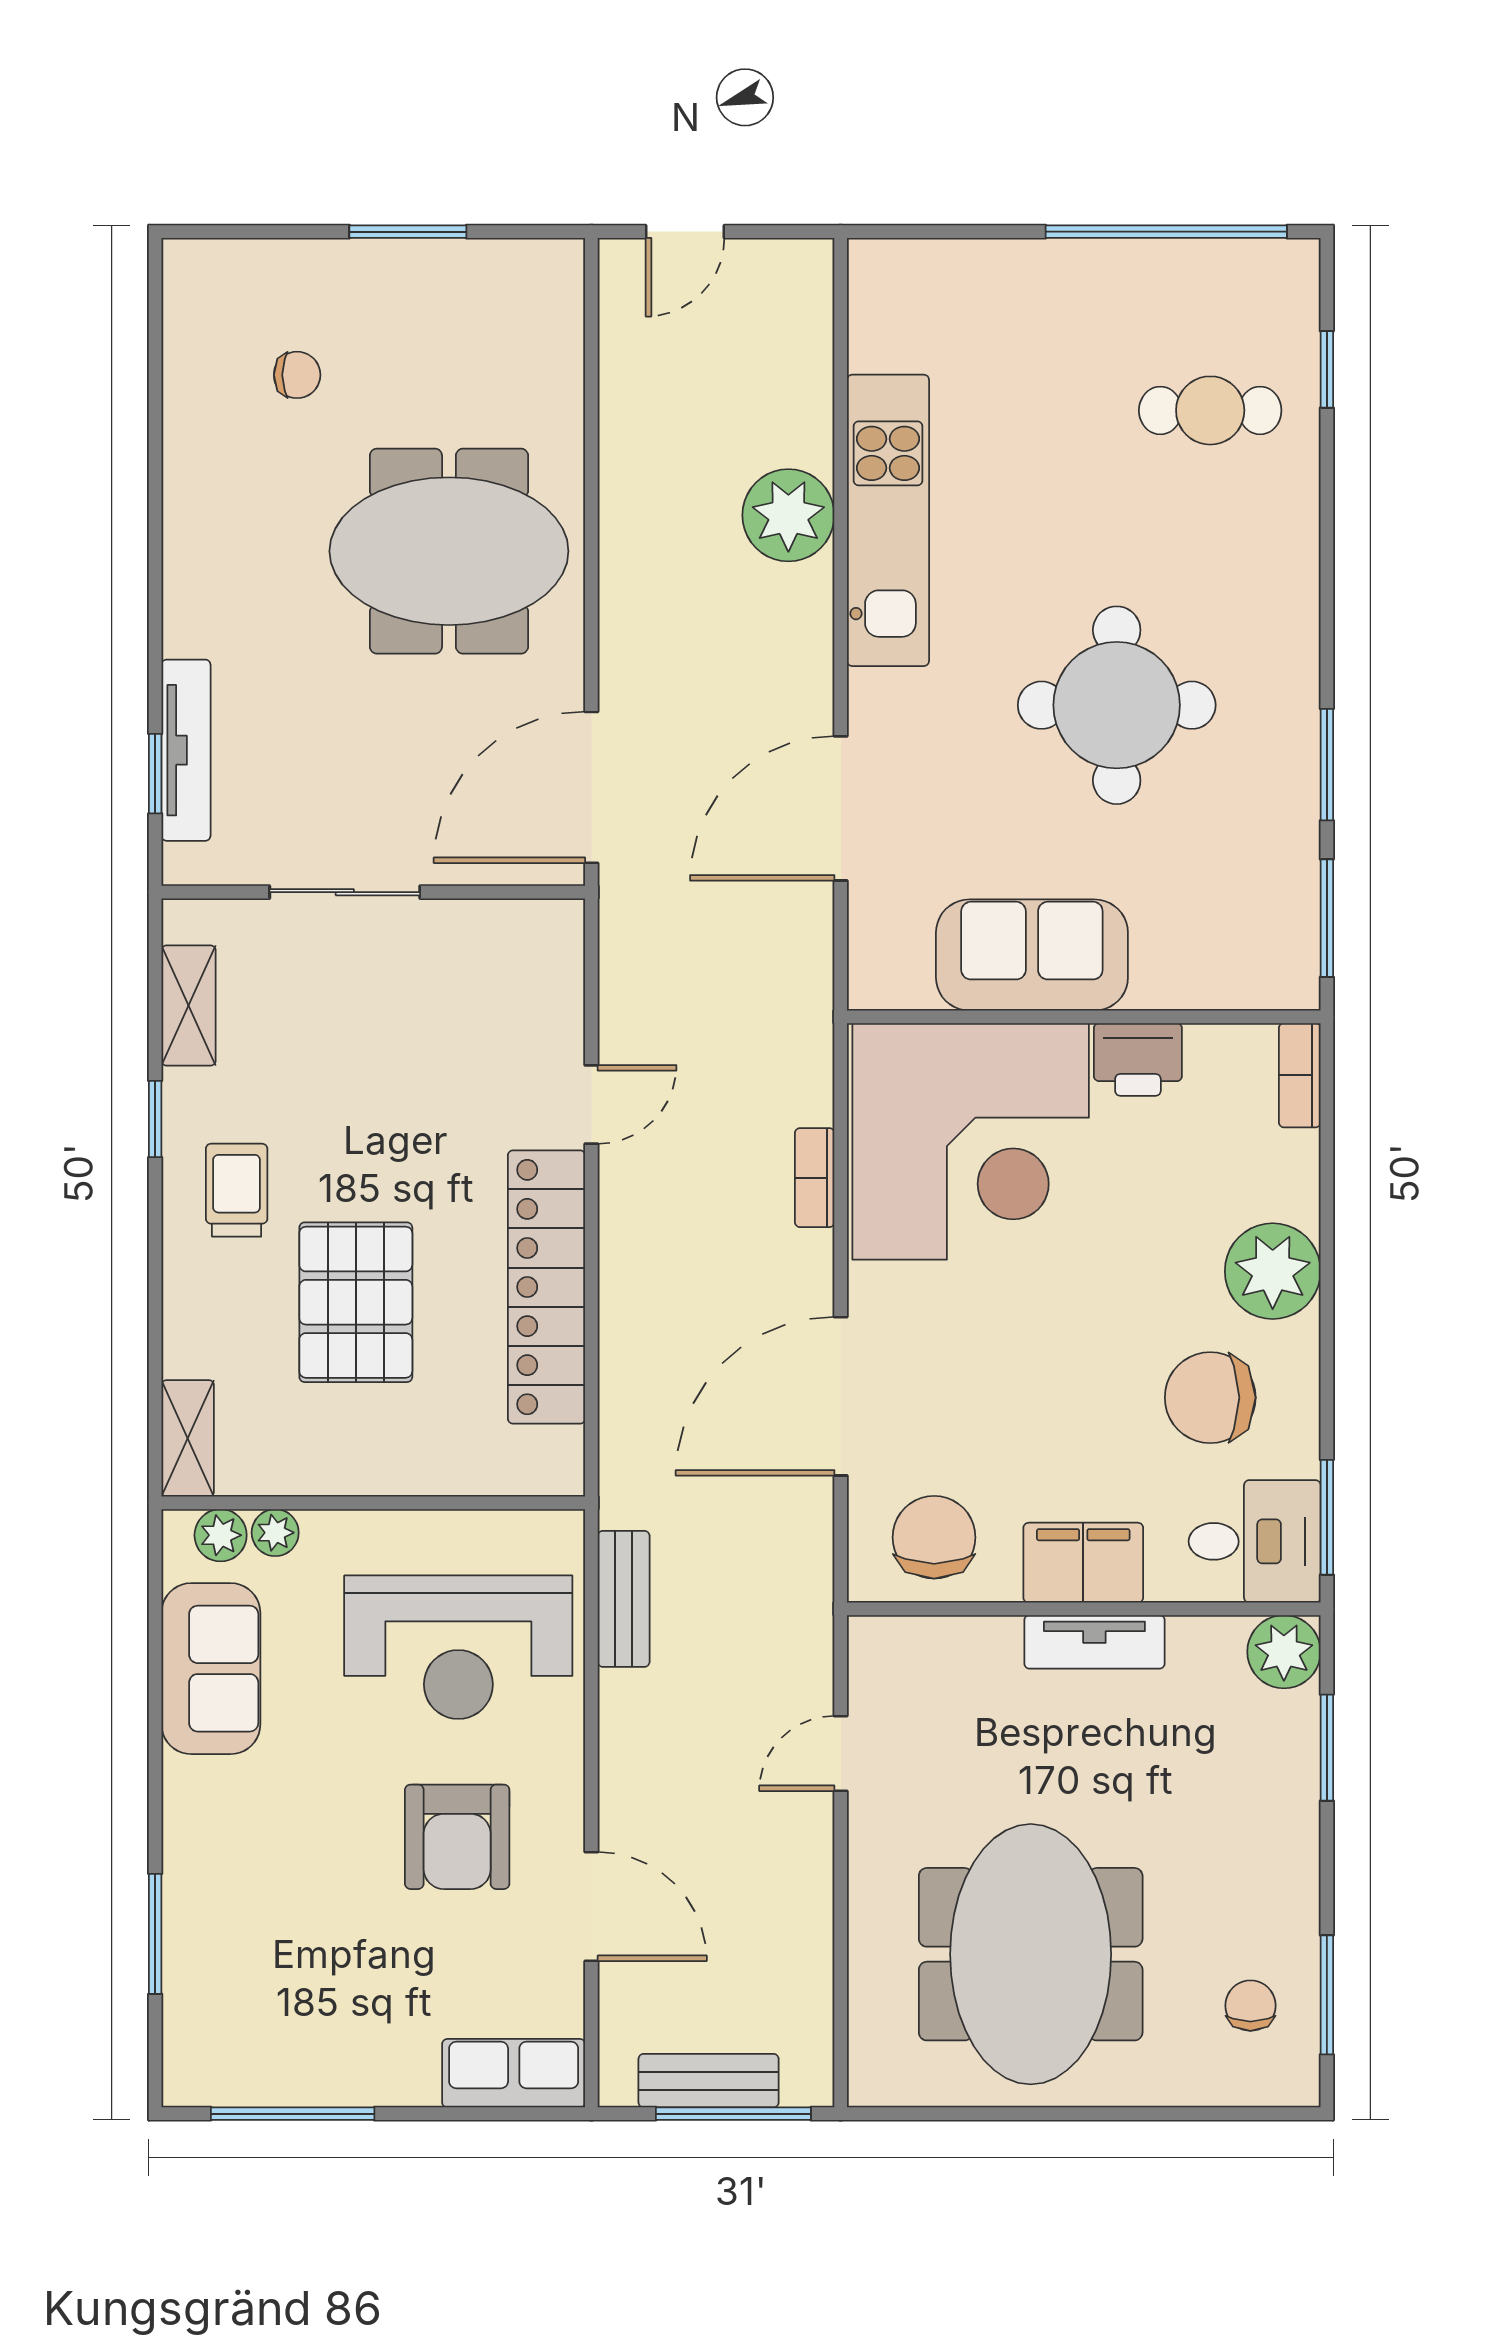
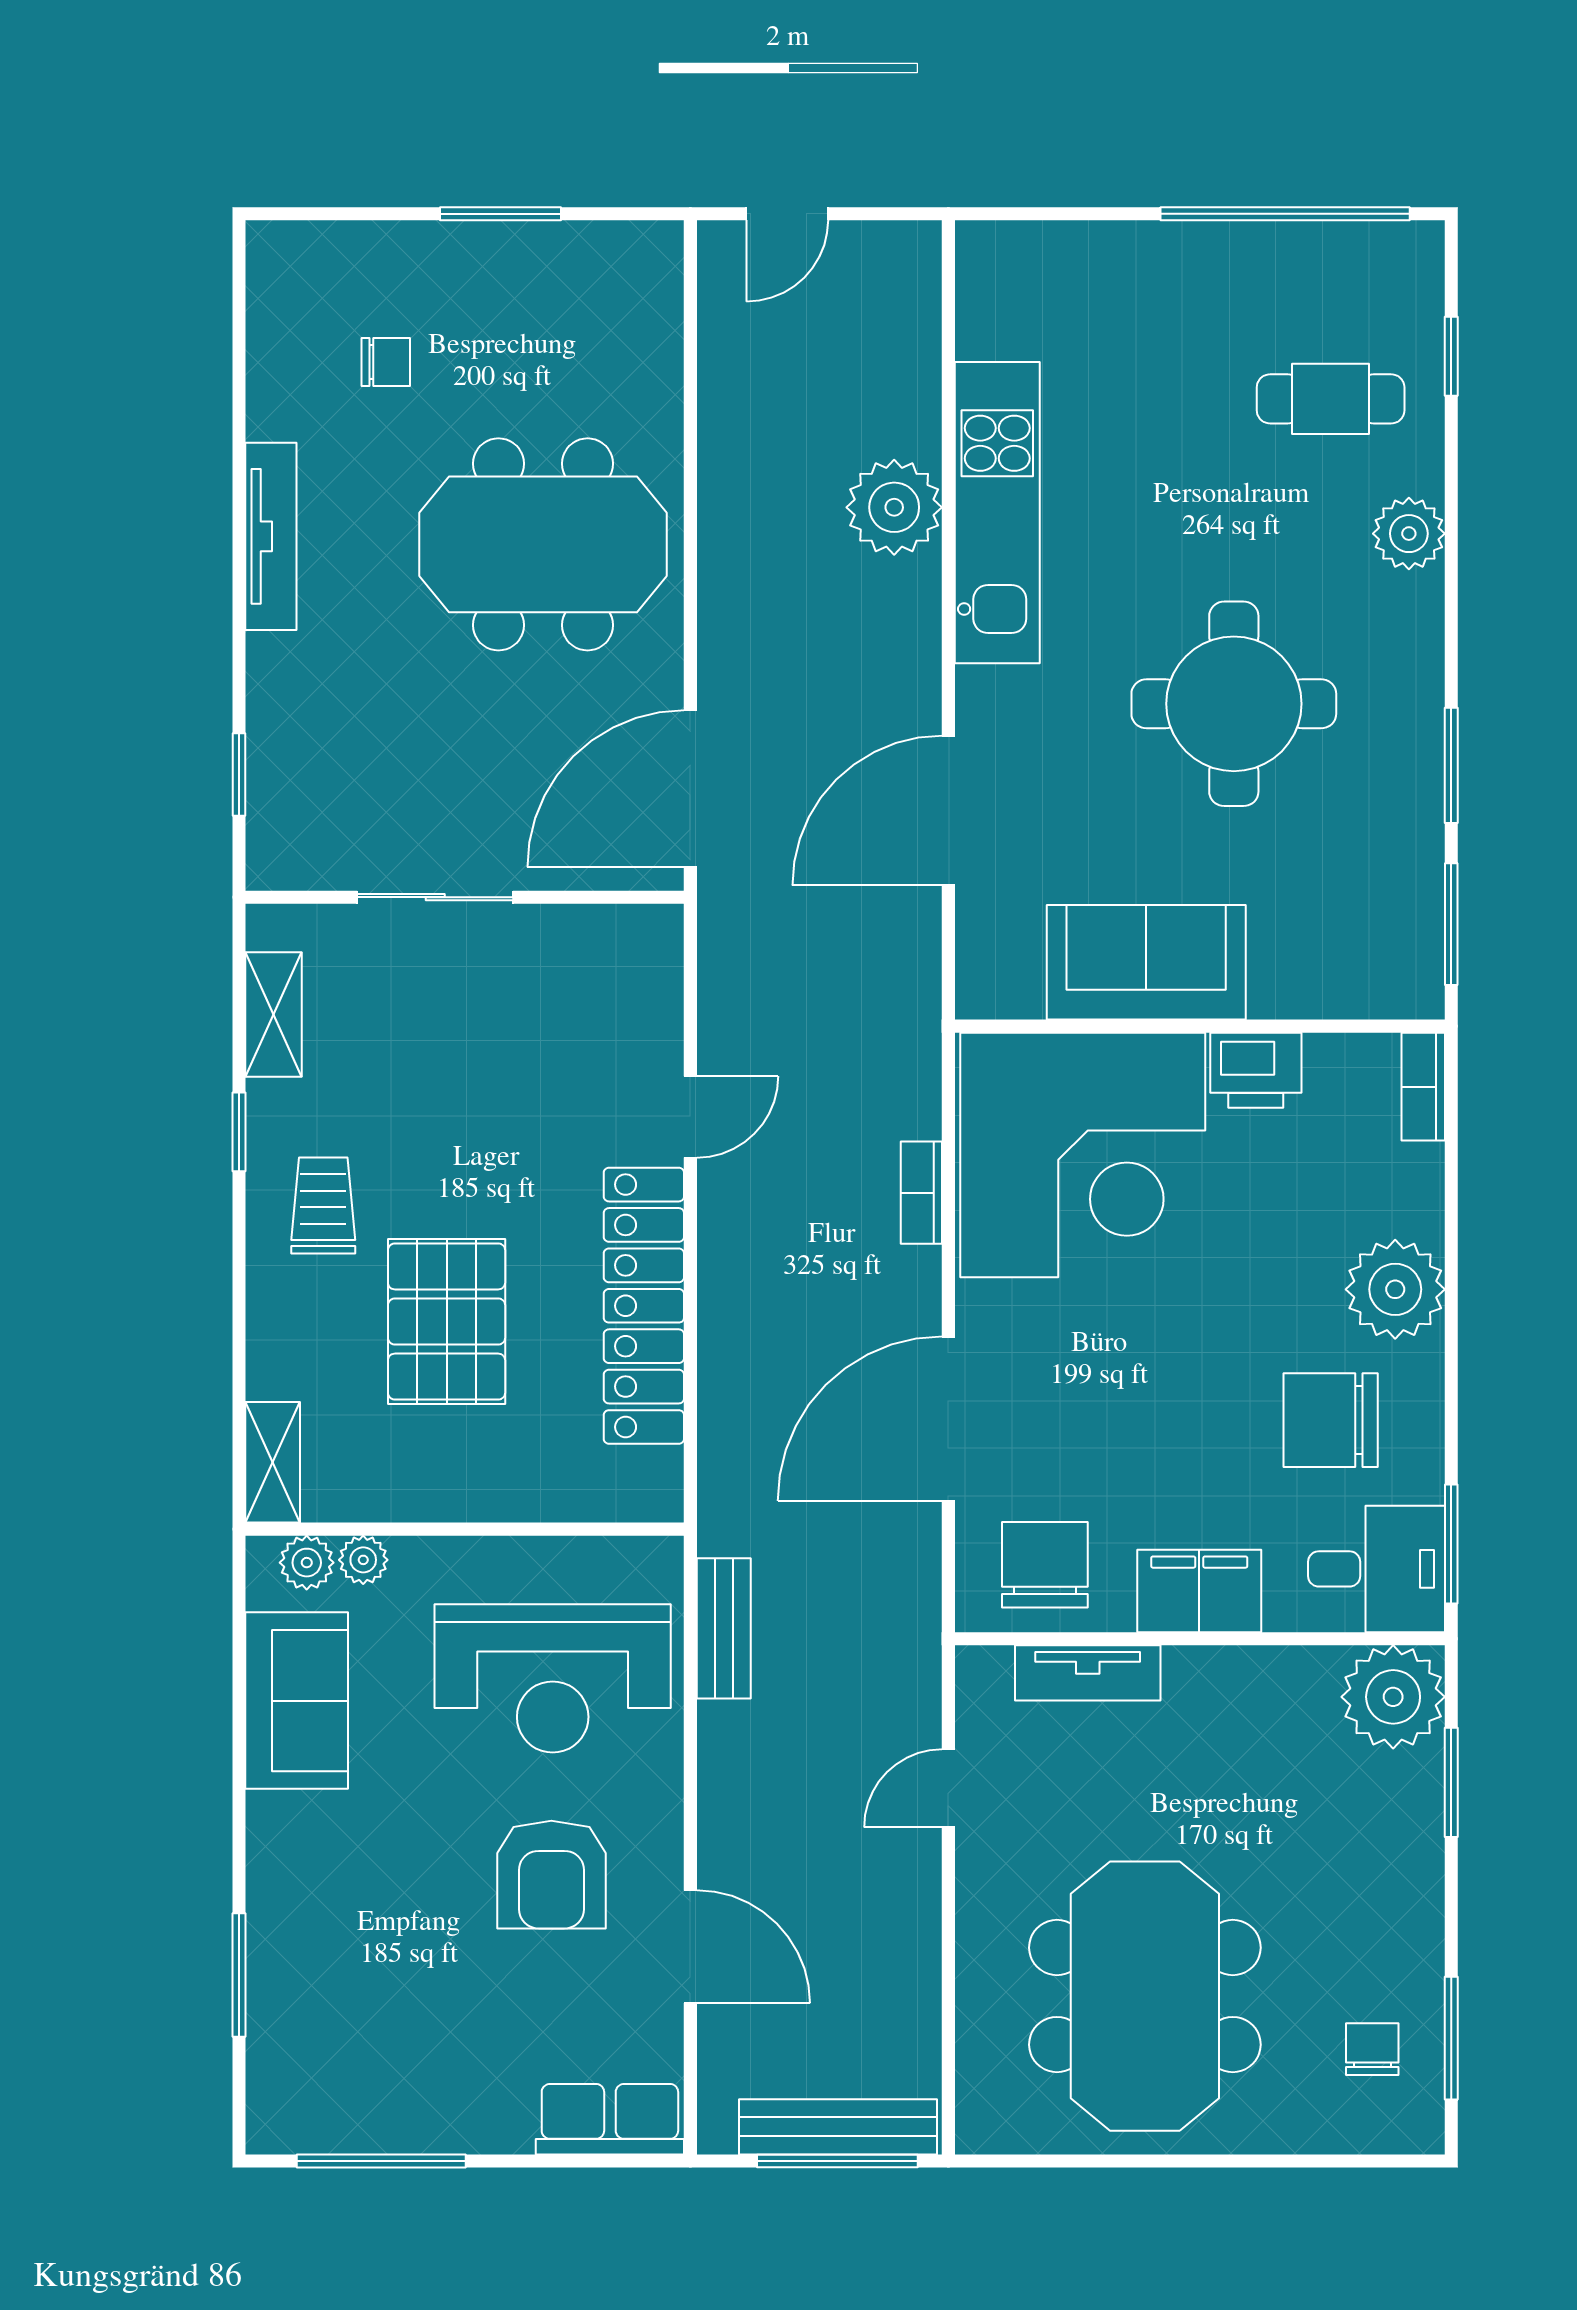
plant: (1286, 541) -> (1409, 534), added
tv unit: (186, 750) -> (271, 536), moved
tv unit: (1094, 1642) -> (1088, 1673), moved
plant: (1284, 1652) -> (1393, 1697), width x1.36, depth x1.36
bench: (709, 2081) -> (838, 2127), width x1.36

